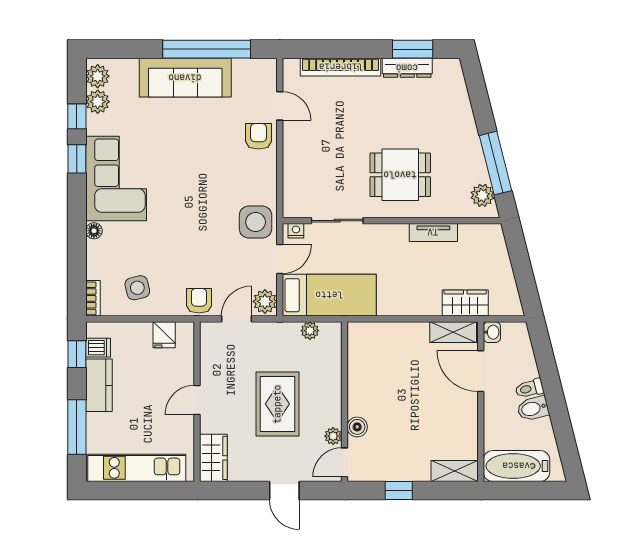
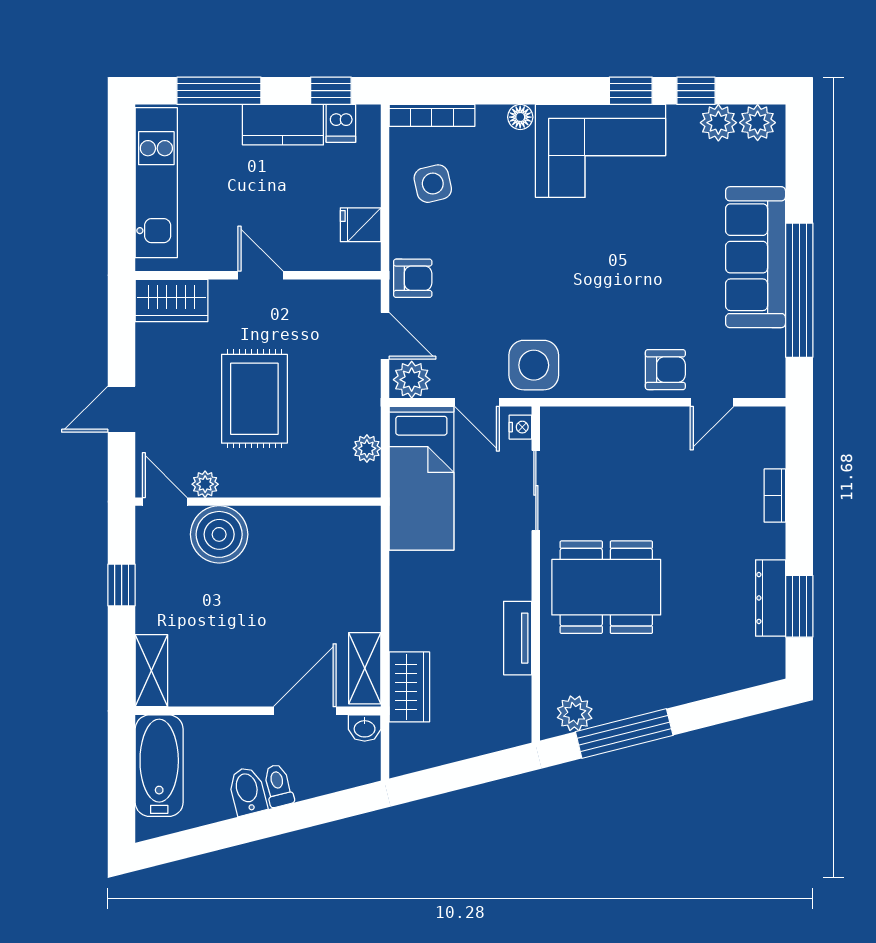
bookcase: (341, 67) -> (775, 496), width x0.43, depth x0.76
dining table: (400, 175) -> (606, 587), width x1.38
bookcase: (93, 298) -> (432, 115), width x1.56
rug: (277, 404) -> (254, 399), turned 90
boiler: (357, 427) -> (219, 534), width x1.86, depth x1.86

